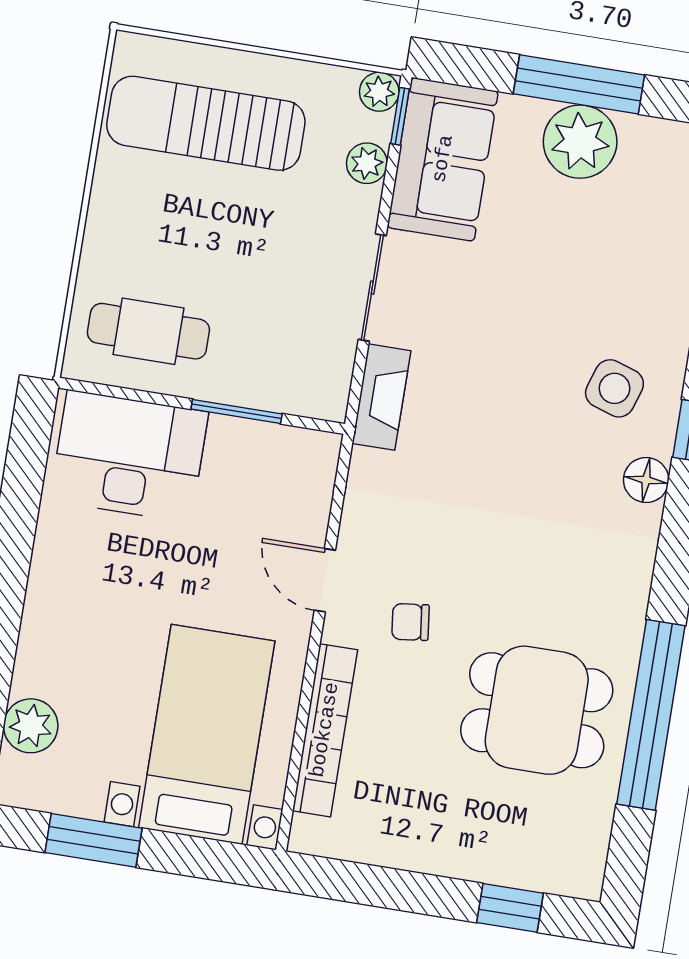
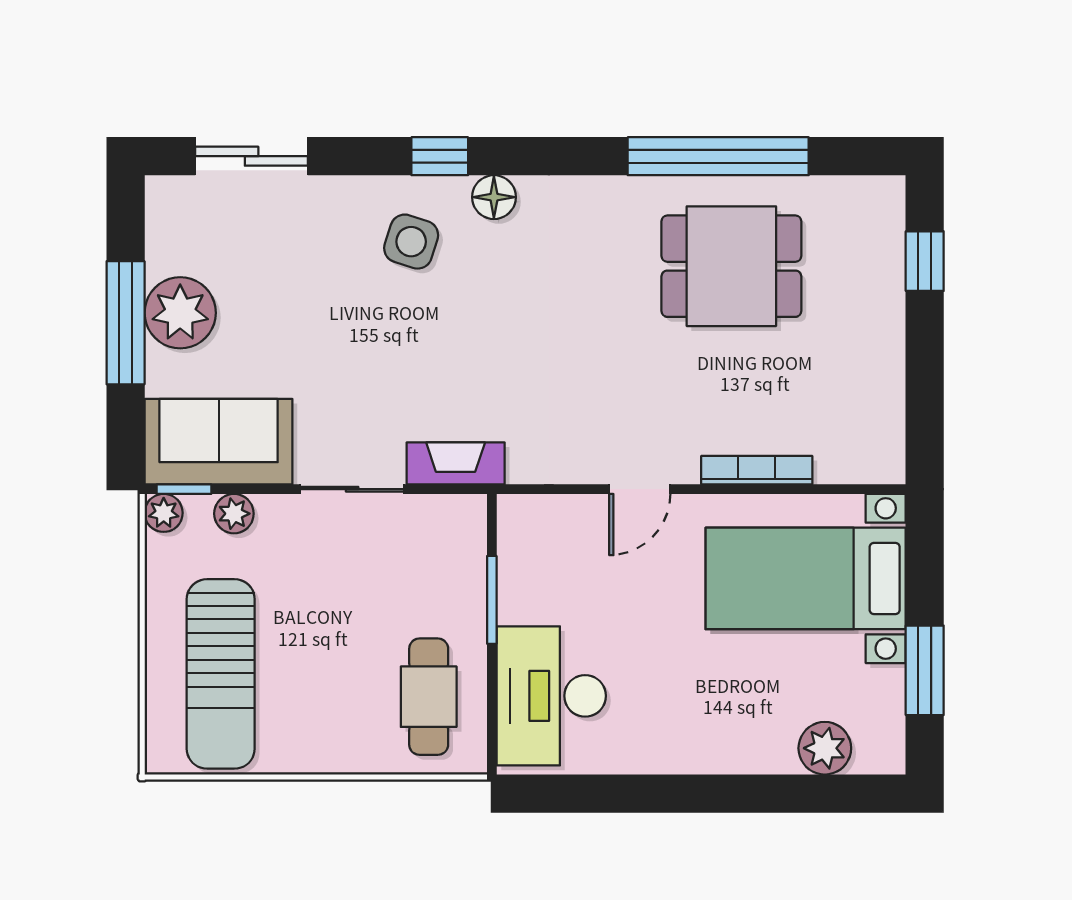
chair: (410, 622) -> (667, 401), removed
dining table: (537, 710) -> (731, 266), turned 90
bookcase: (325, 730) -> (757, 470), width x0.68, depth x0.76

